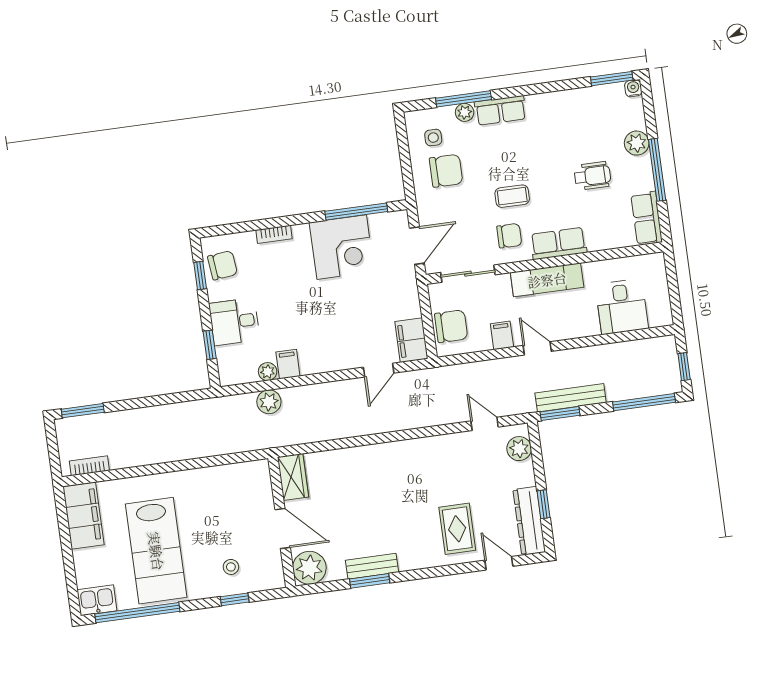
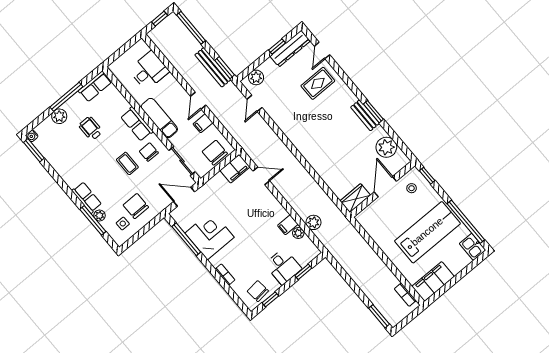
wardrobe: (293, 477) -> (355, 198), moved
wall: (282, 522) -> (382, 189), moved
door: (283, 528) -> (385, 187), moved

